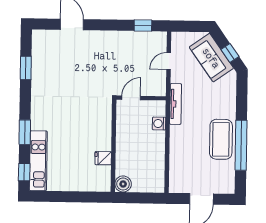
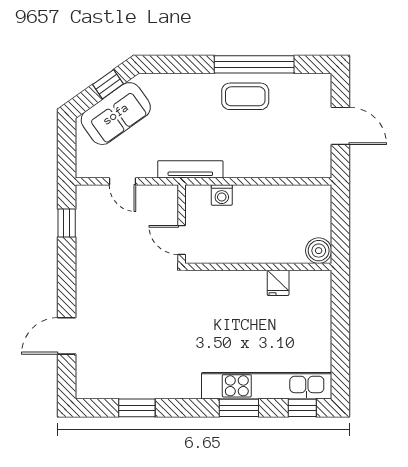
coffee table: (221, 139) -> (245, 96), width x0.73, depth x0.76
kitchen unit: (38, 161) -> (267, 386), width x1.36

